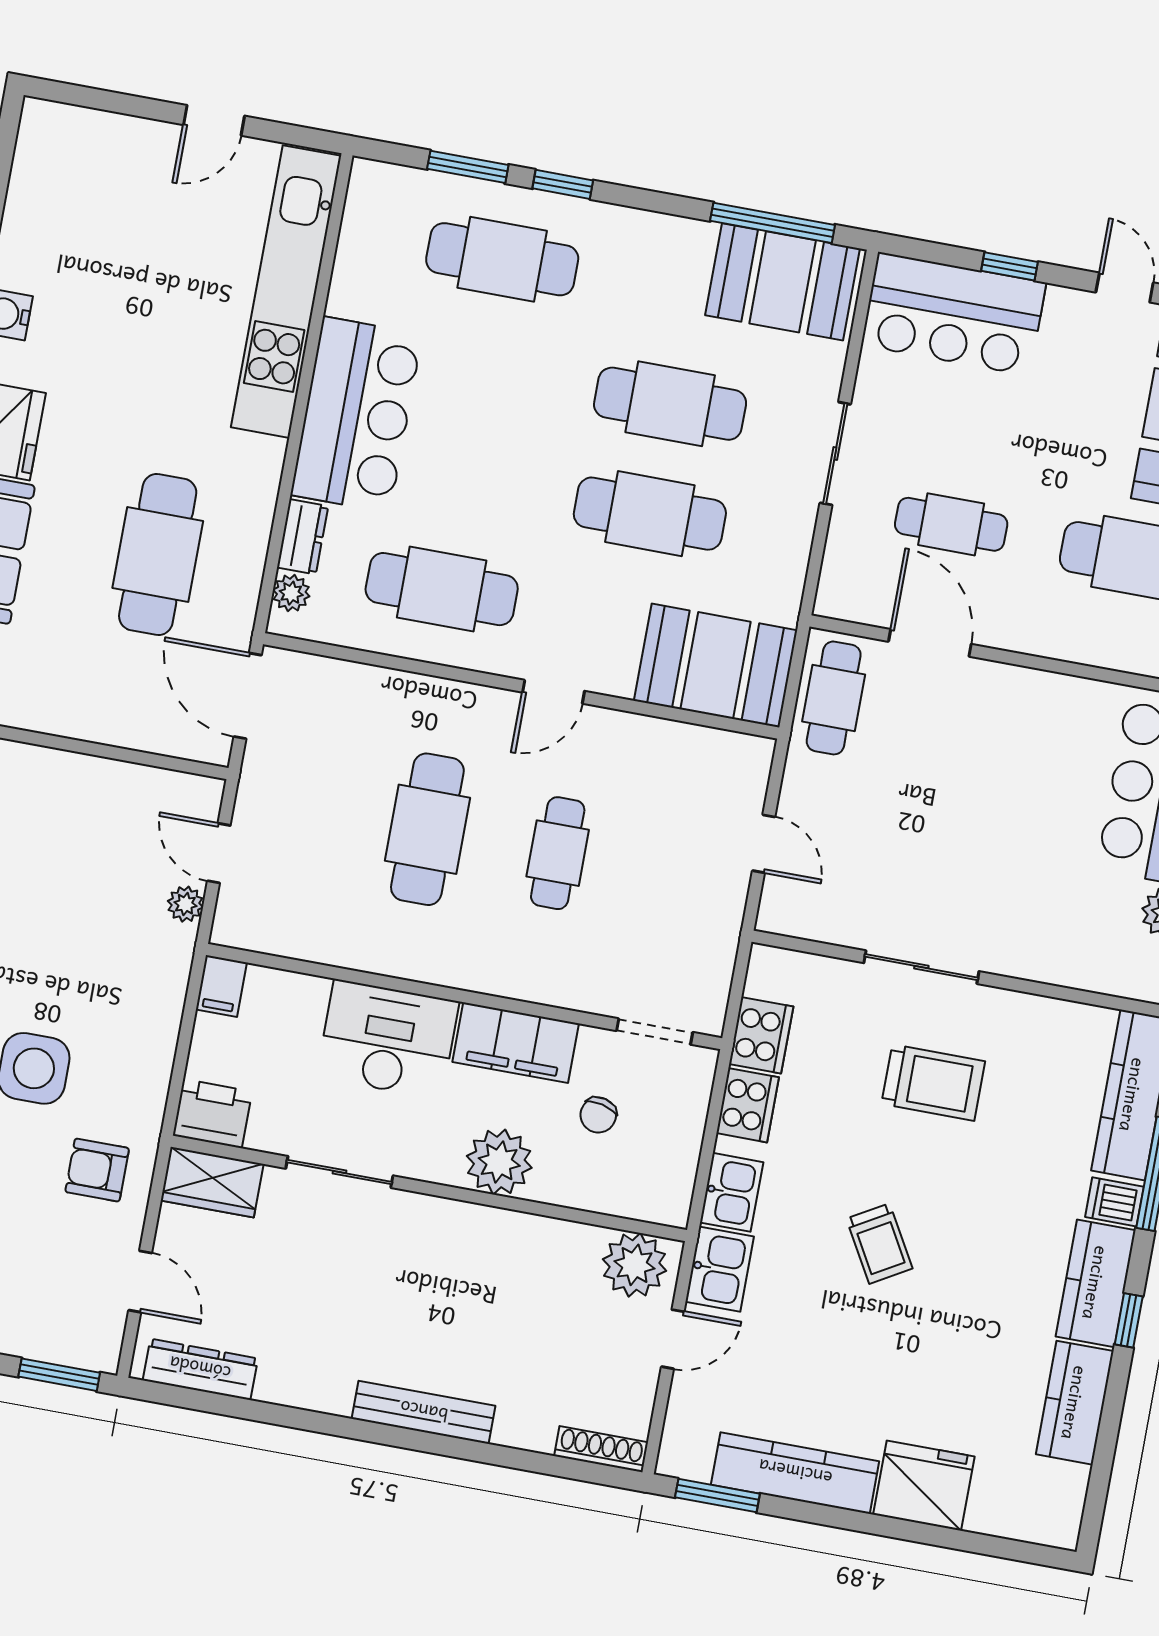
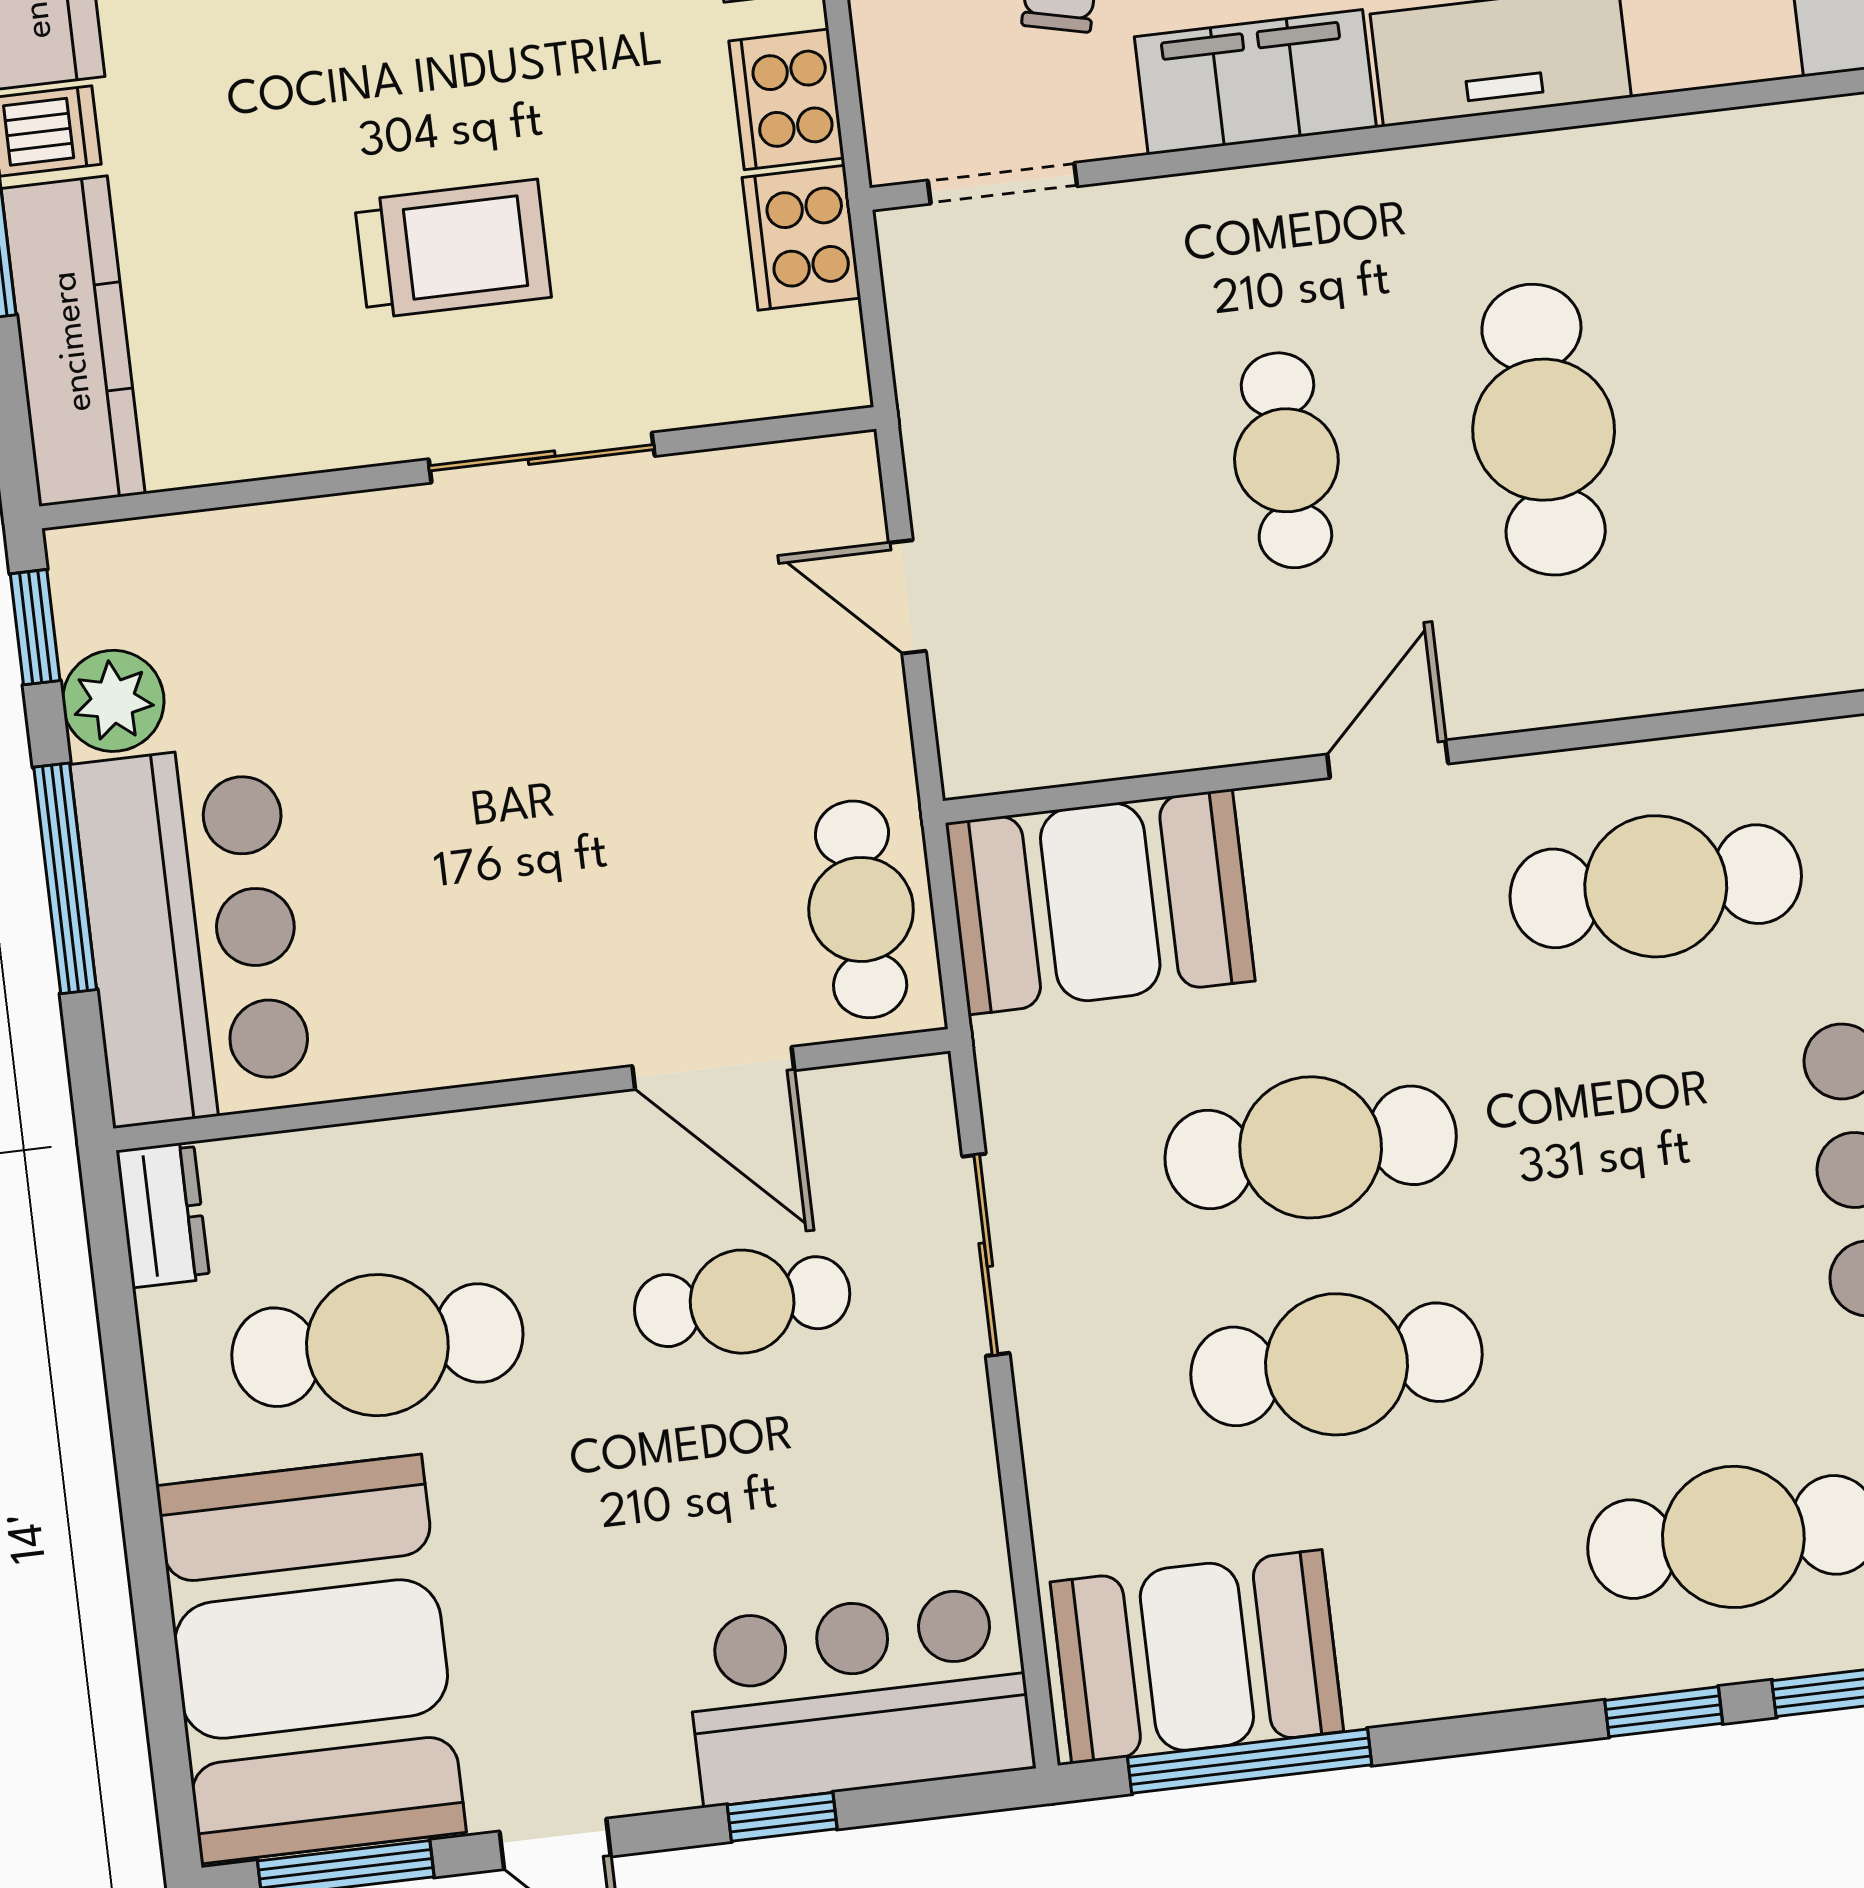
sliding door: (835, 454) -> (986, 1255), moved
trolley: (933, 1083) -> (453, 249), turned 180

